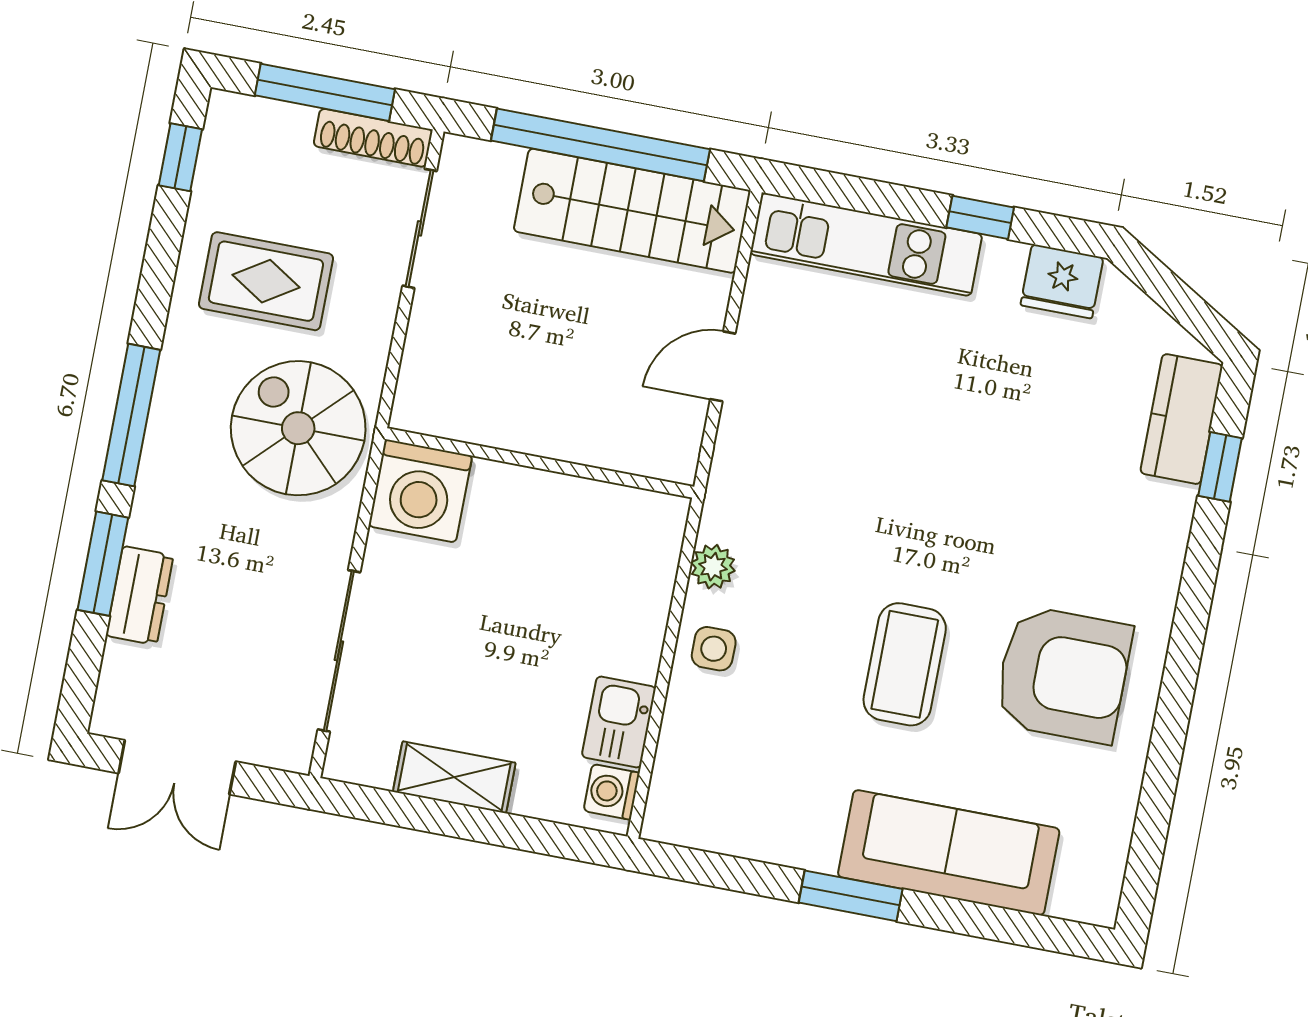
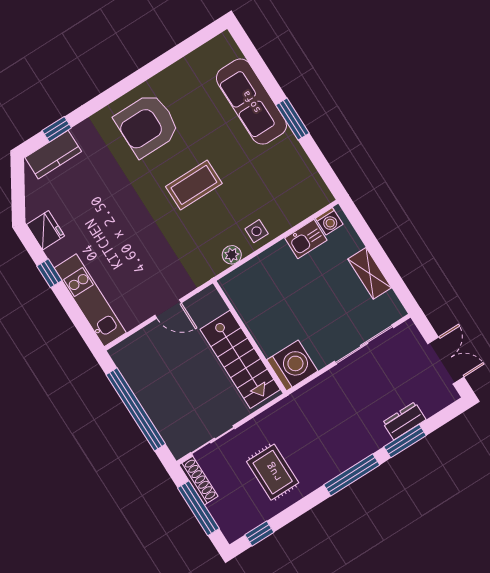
stairs: (632, 211) -> (240, 359), moved, turned 180
spiral stairs: (298, 428) -> (308, 420), removed
coffee table: (905, 664) -> (194, 185), moved
armchair: (1063, 674) -> (147, 125), moved, turned -90

